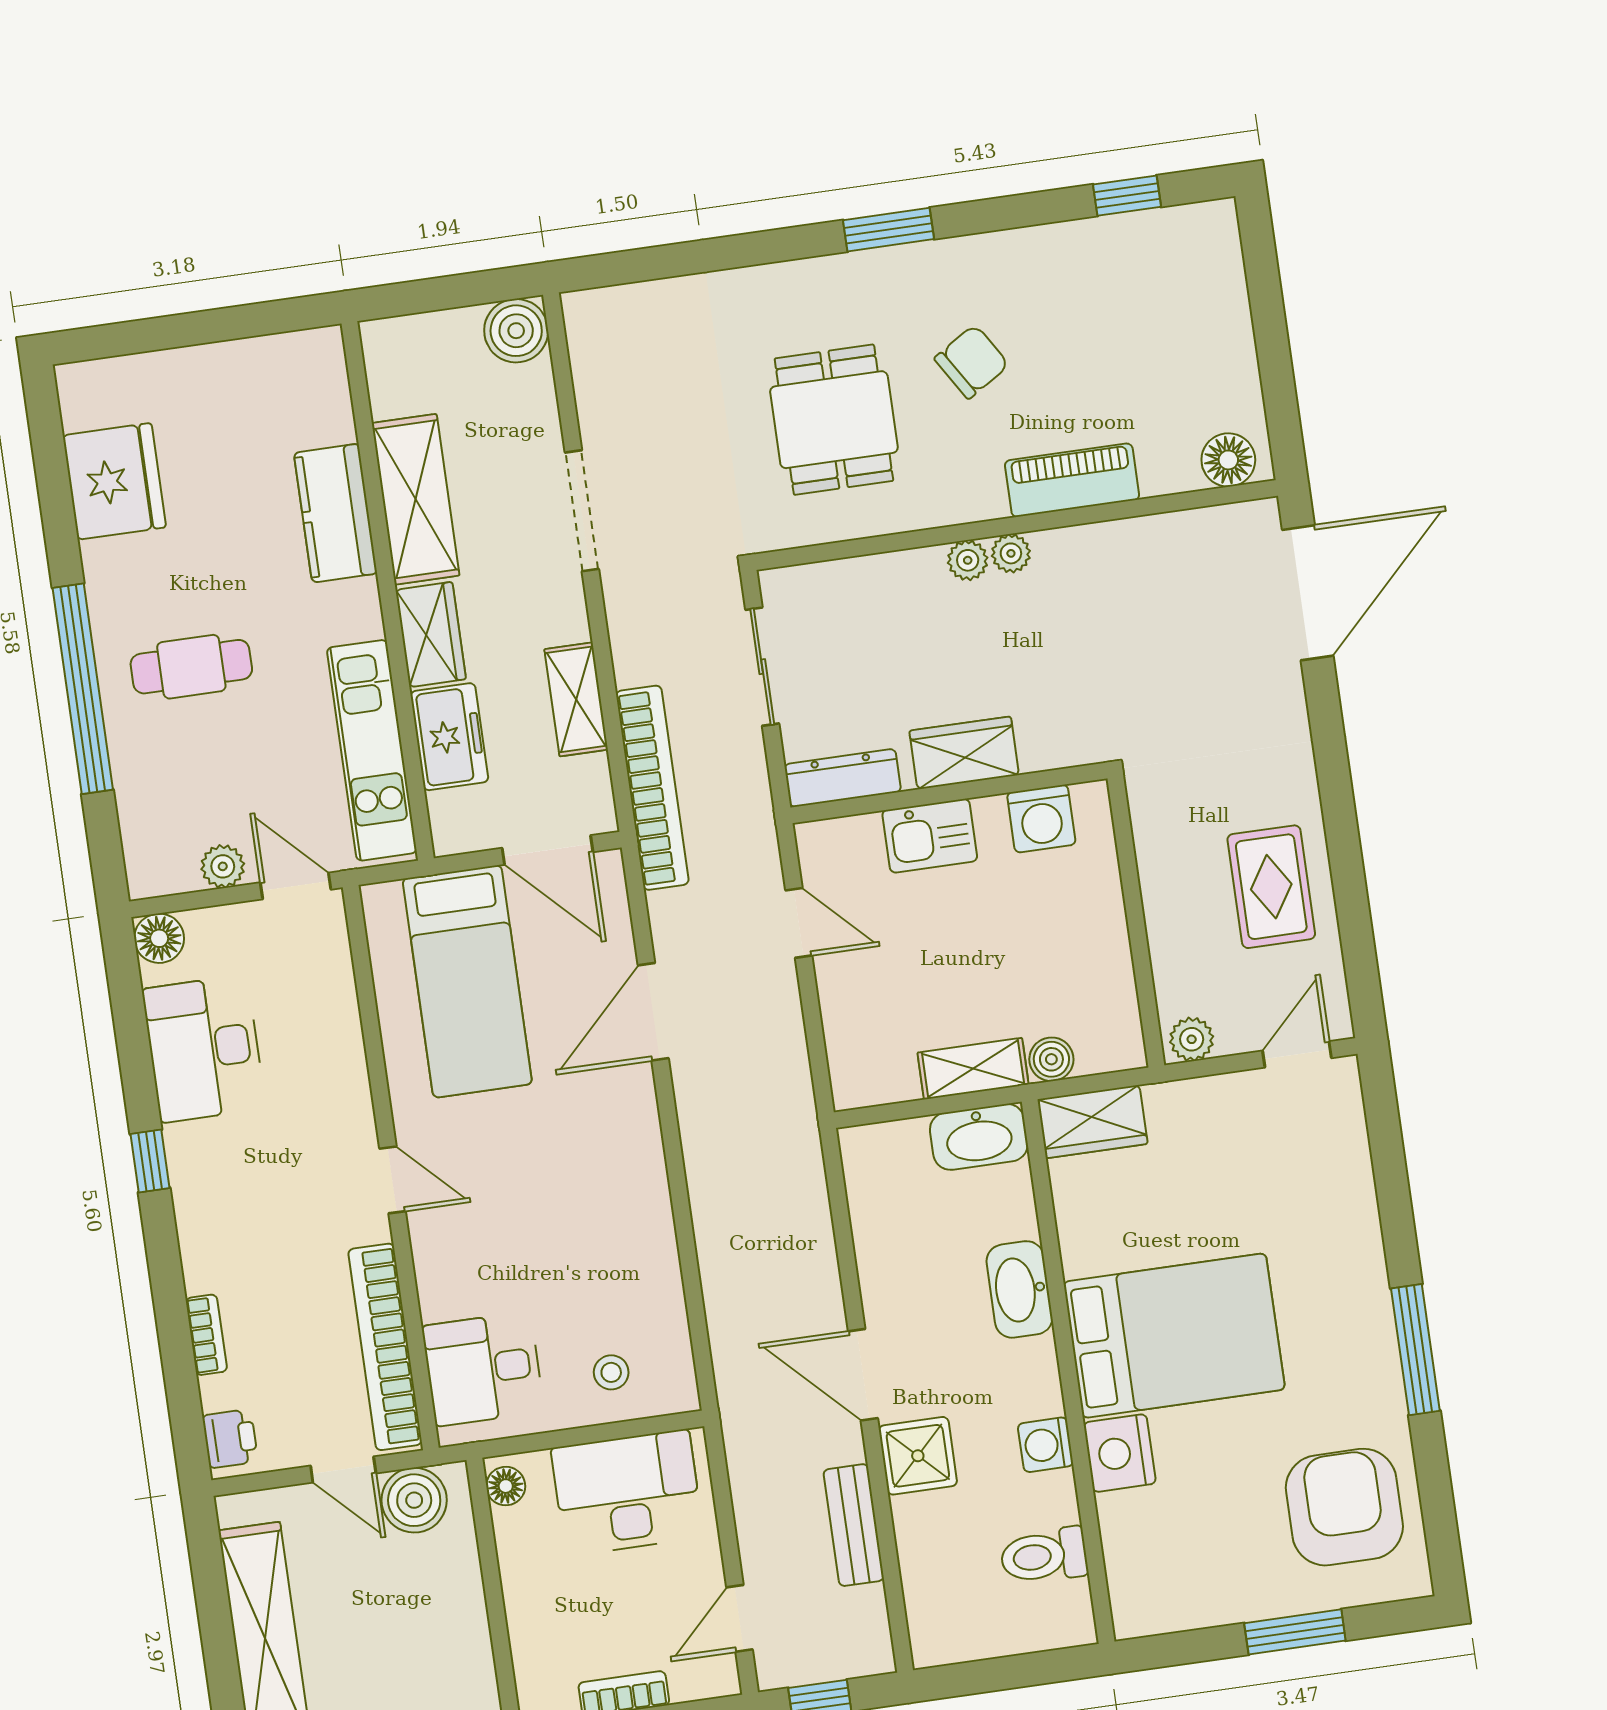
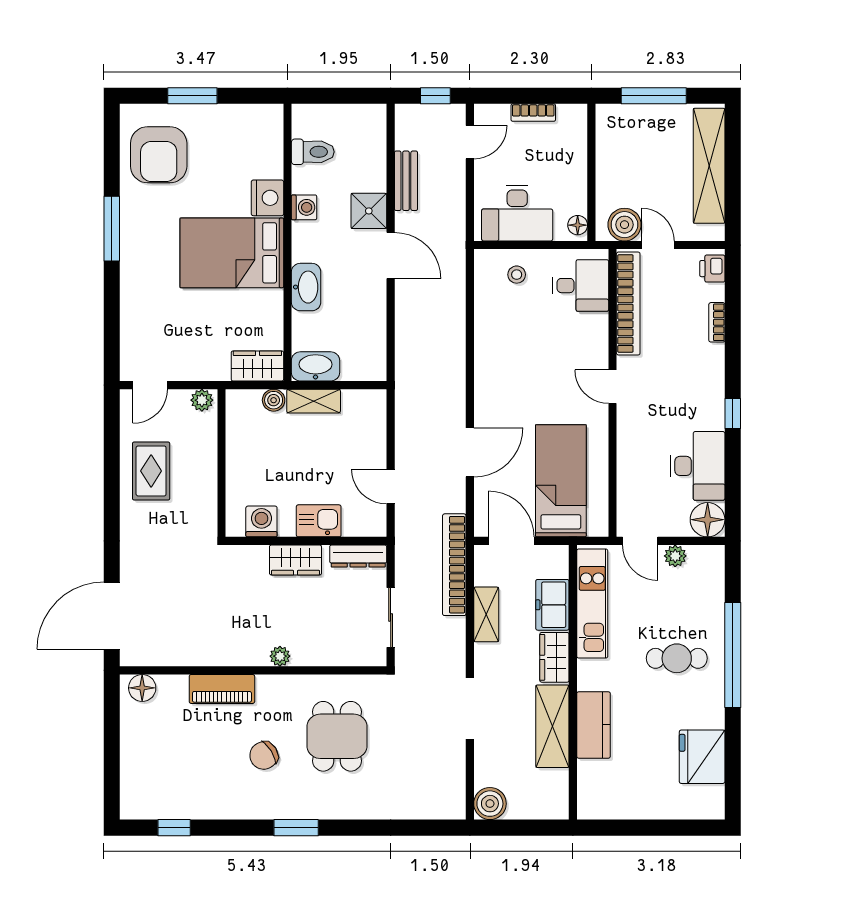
plant: (1011, 553) -> (258, 657), removed
floor lamp: (159, 938) -> (708, 520), width x1.38, depth x1.38

